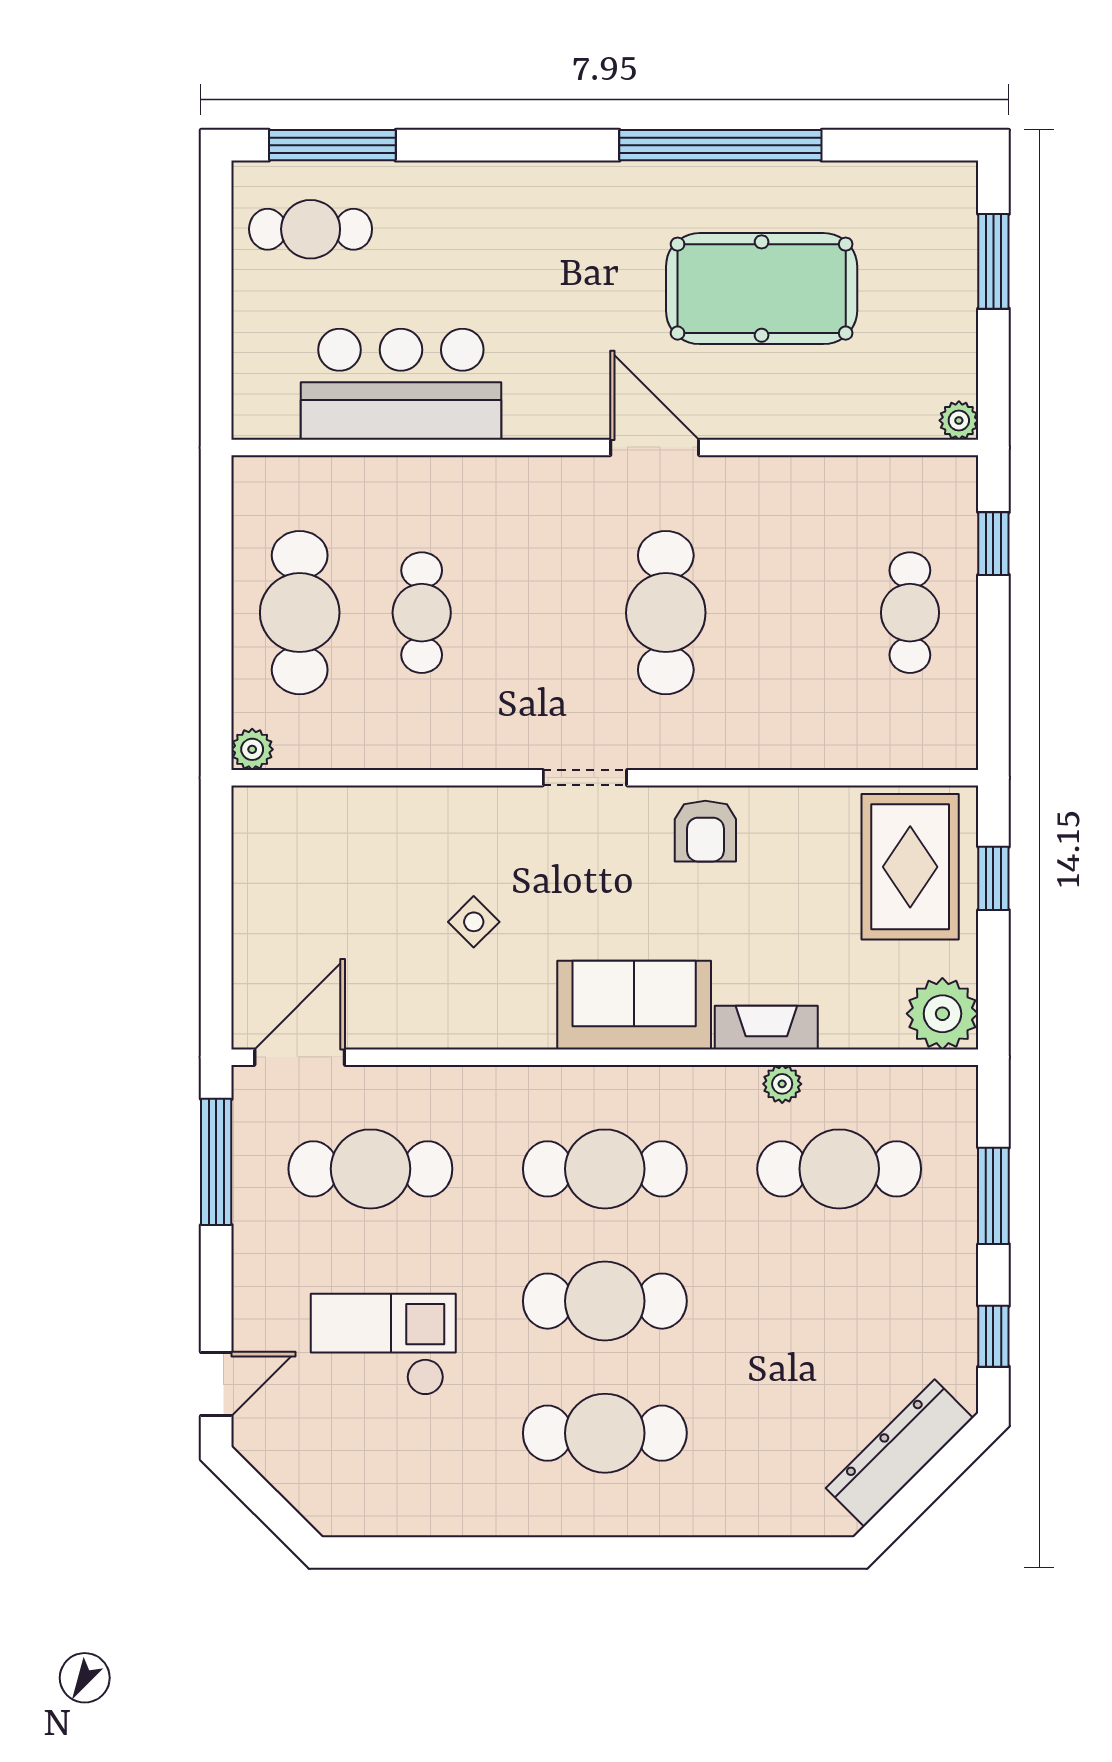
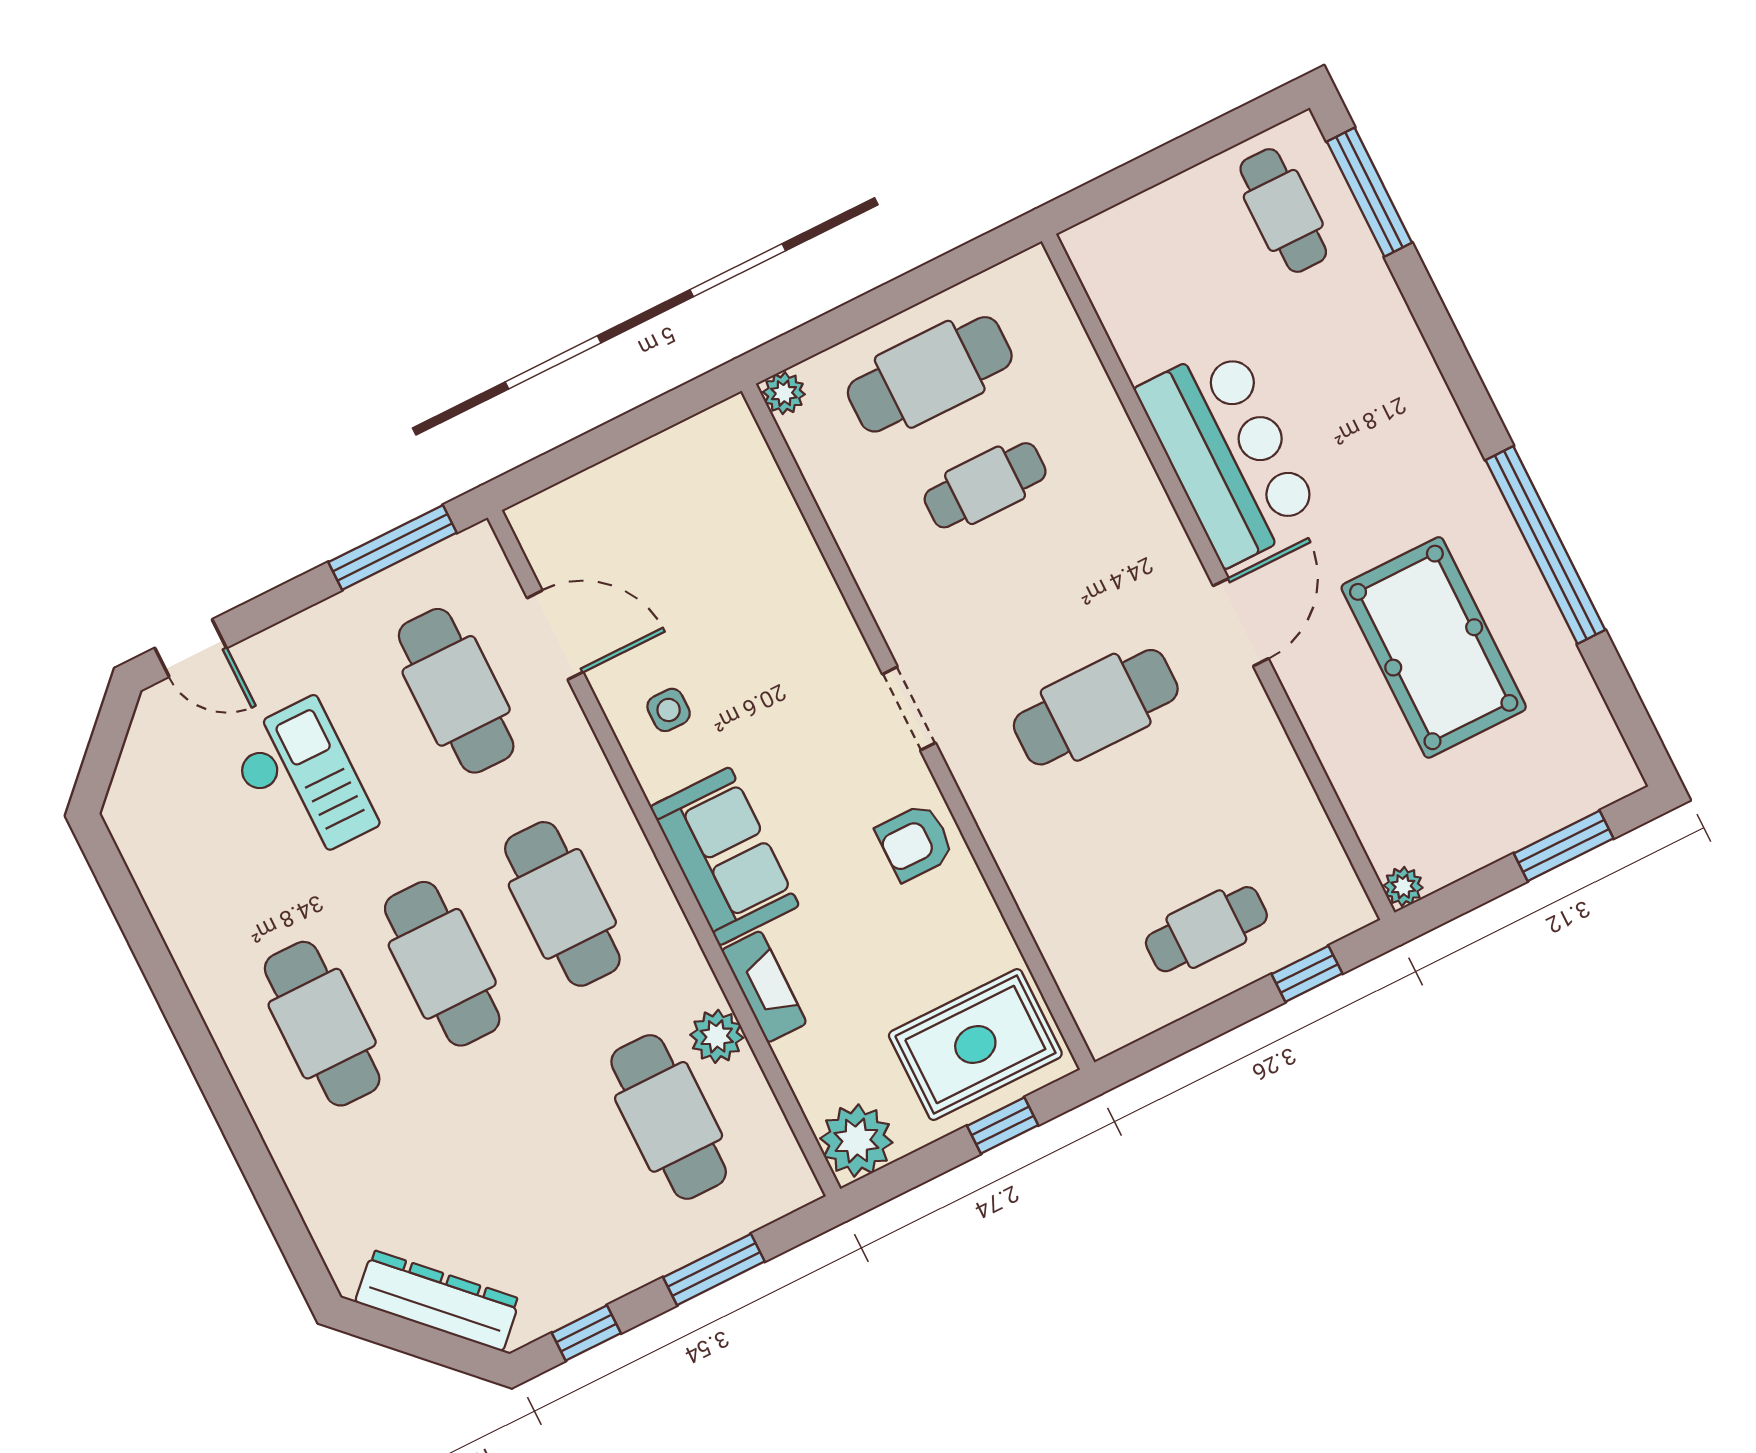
bar counter: (401, 384) -> (1229, 454), moved
side table: (474, 922) -> (669, 710), moved, turned 45
door: (300, 1057) -> (555, 635), moved
plant: (782, 1084) -> (717, 1036), width x1.38, depth x1.38

